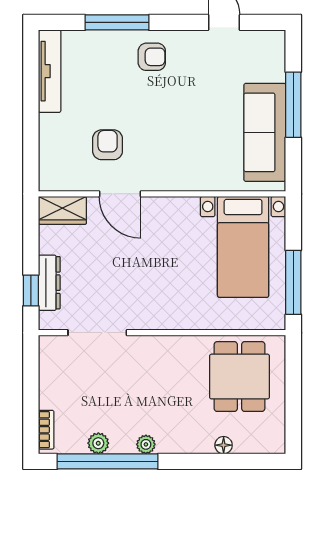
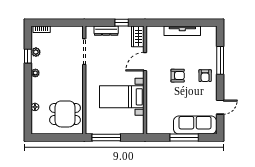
tv unit: (50, 71) -> (182, 31), moved
sofa: (265, 132) -> (195, 125), moved
armchair: (108, 145) -> (178, 76), moved
bed with nightstands: (243, 247) -> (122, 97), moved
window: (31, 291) -> (122, 23), moved
window: (108, 461) -> (28, 56), width x0.32

